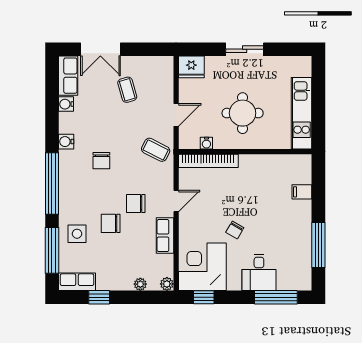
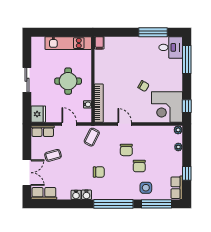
water cooler: (66, 104) -> (76, 195), moved
filing cabinet: (302, 192) -> (99, 43), moved
row of seats: (165, 236) -> (43, 131), moved
desk: (259, 272) -> (171, 47), moved

